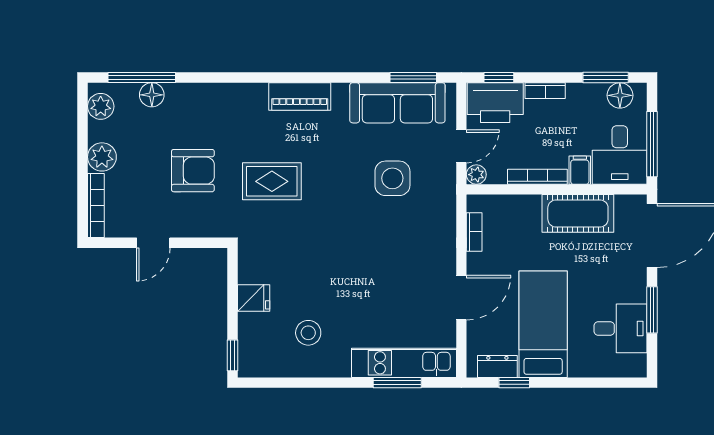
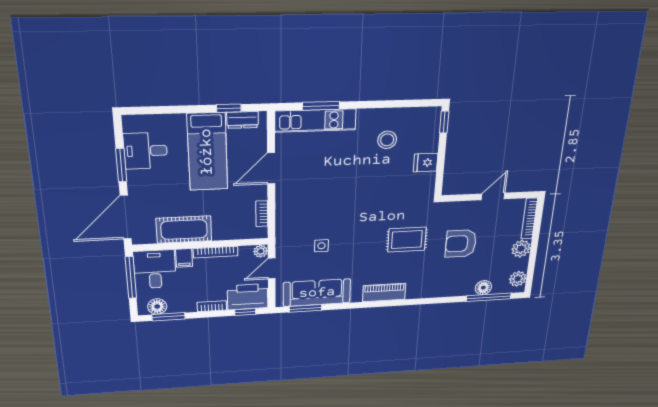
side table: (392, 178) -> (321, 246), width x0.54, depth x0.54

